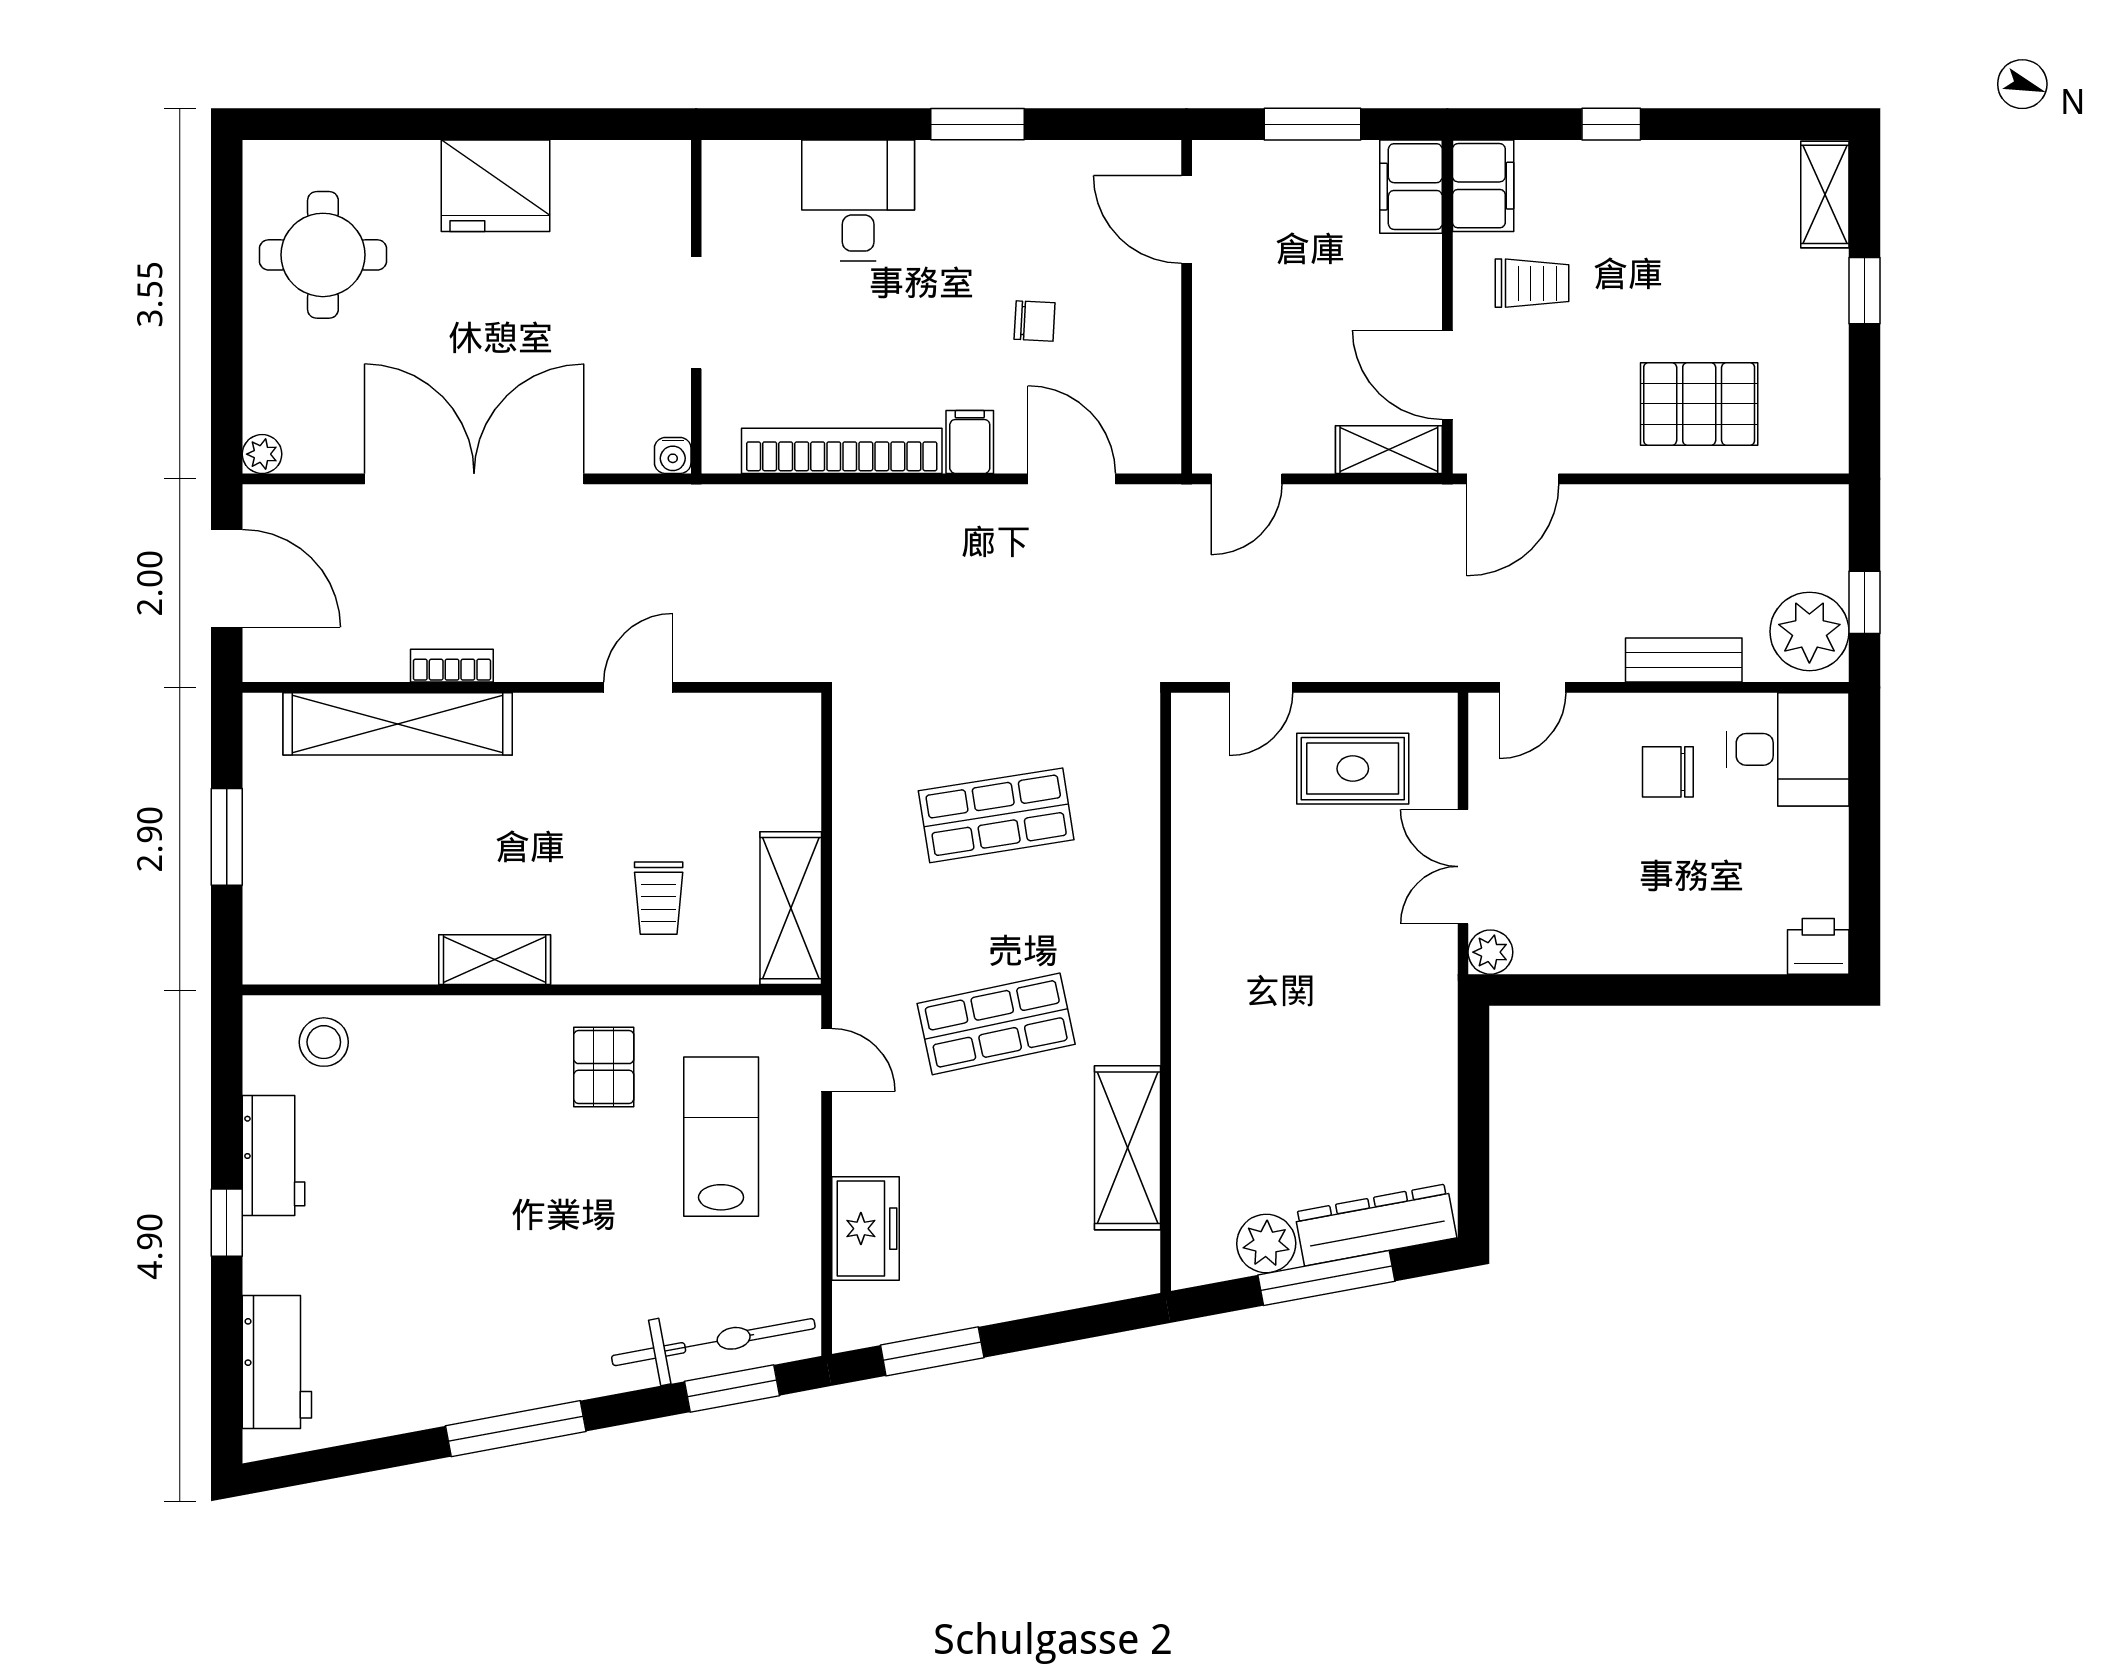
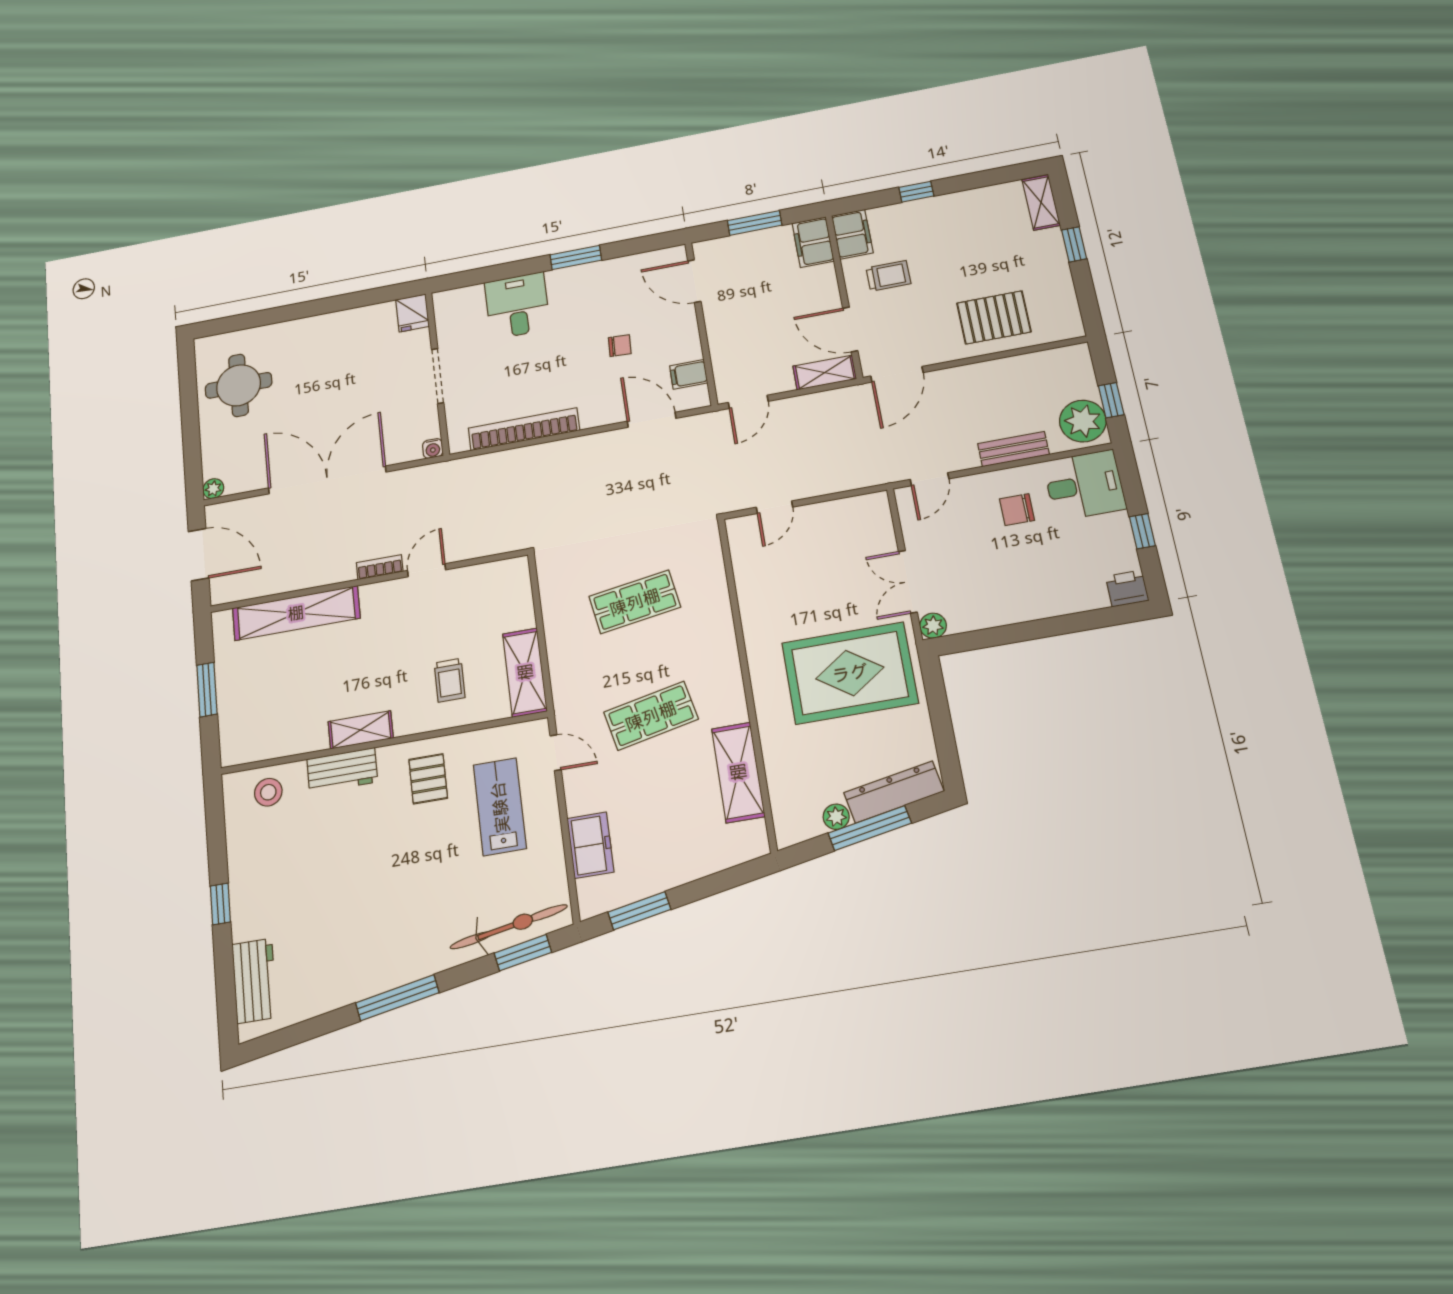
fridge: (496, 186) -> (412, 313), moved, width x0.53, depth x0.75
filing cabinet: (970, 442) -> (689, 374), moved, turned -90
bookcase: (452, 666) -> (380, 567), moved
rug: (1353, 769) -> (850, 673), moved, width x1.86, depth x2.06
window: (1865, 850) -> (1142, 531), added
workbench: (274, 1155) -> (342, 770), moved, turned 90
plant: (1266, 1243) -> (836, 817), width x0.73, depth x0.73

